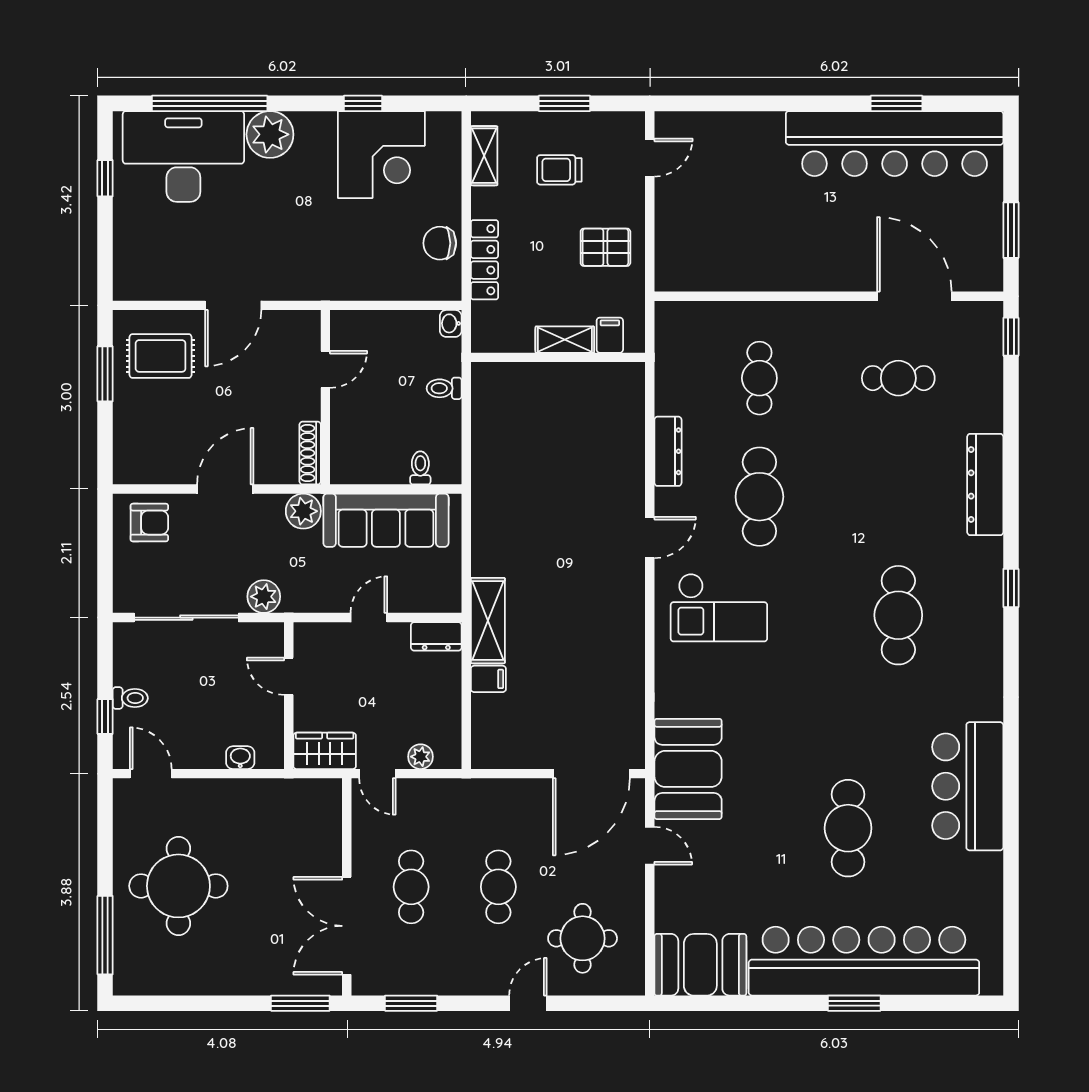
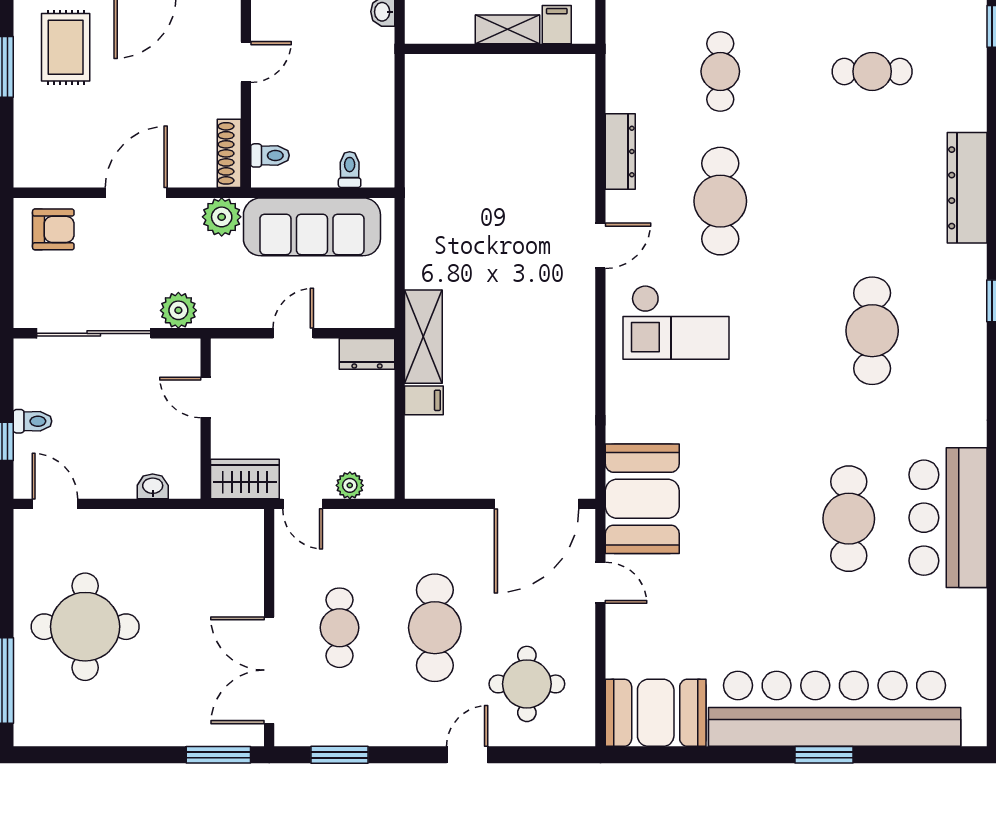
rug: (161, 356) -> (66, 47), turned 90
toilet: (444, 388) -> (270, 155), moved, turned 180
cafe table: (848, 828) -> (849, 519), moved
cafe table: (498, 887) -> (435, 628), width x1.37, depth x1.35

